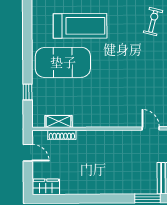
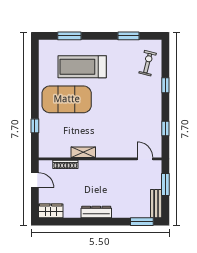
treadmill: (80, 26) -> (82, 67), turned 180
shelving: (59, 121) -> (83, 152), moved
dresser: (97, 188) -> (96, 212), added

